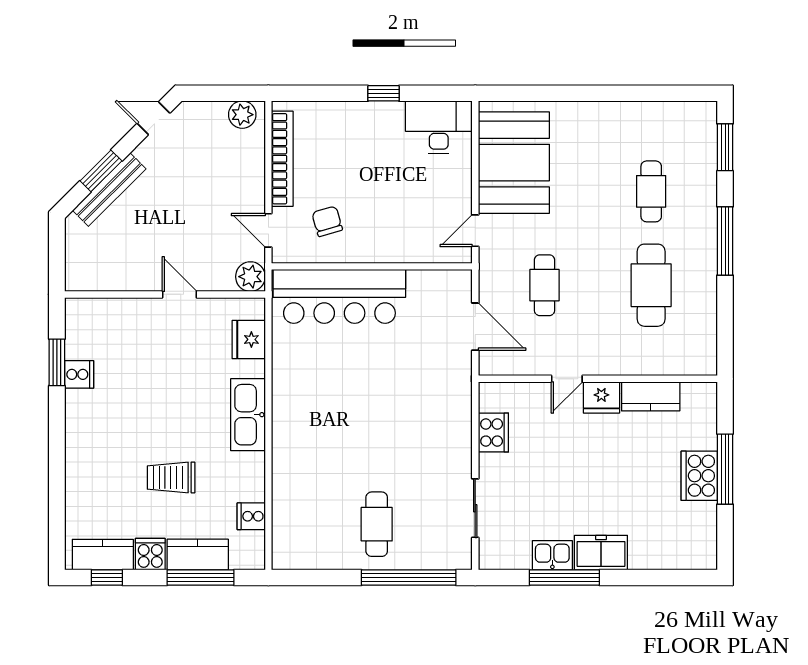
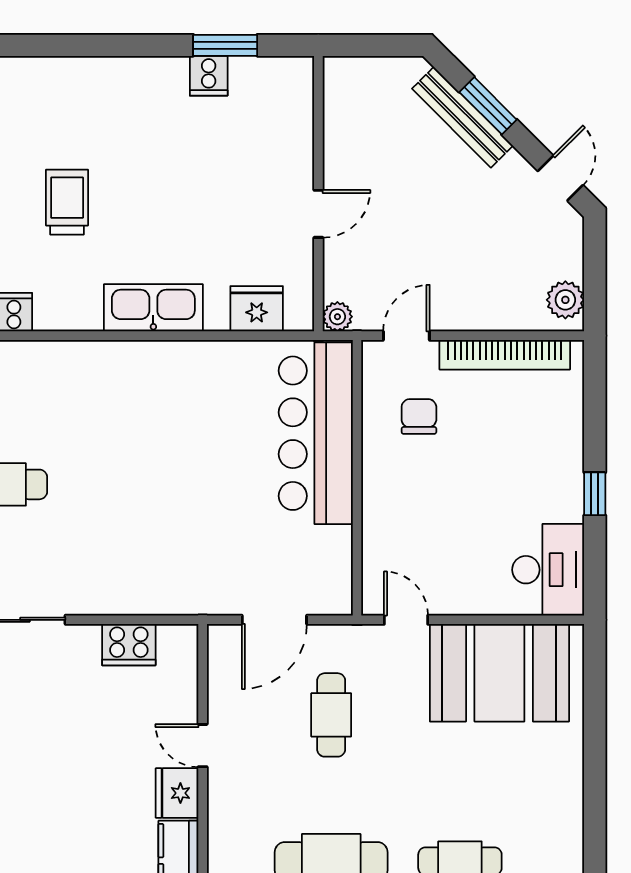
chair: (327, 221) -> (419, 416), turned -74
plant: (250, 277) -> (337, 317), width x0.73, depth x0.73
cafe table: (545, 285) -> (331, 715), turned 90

